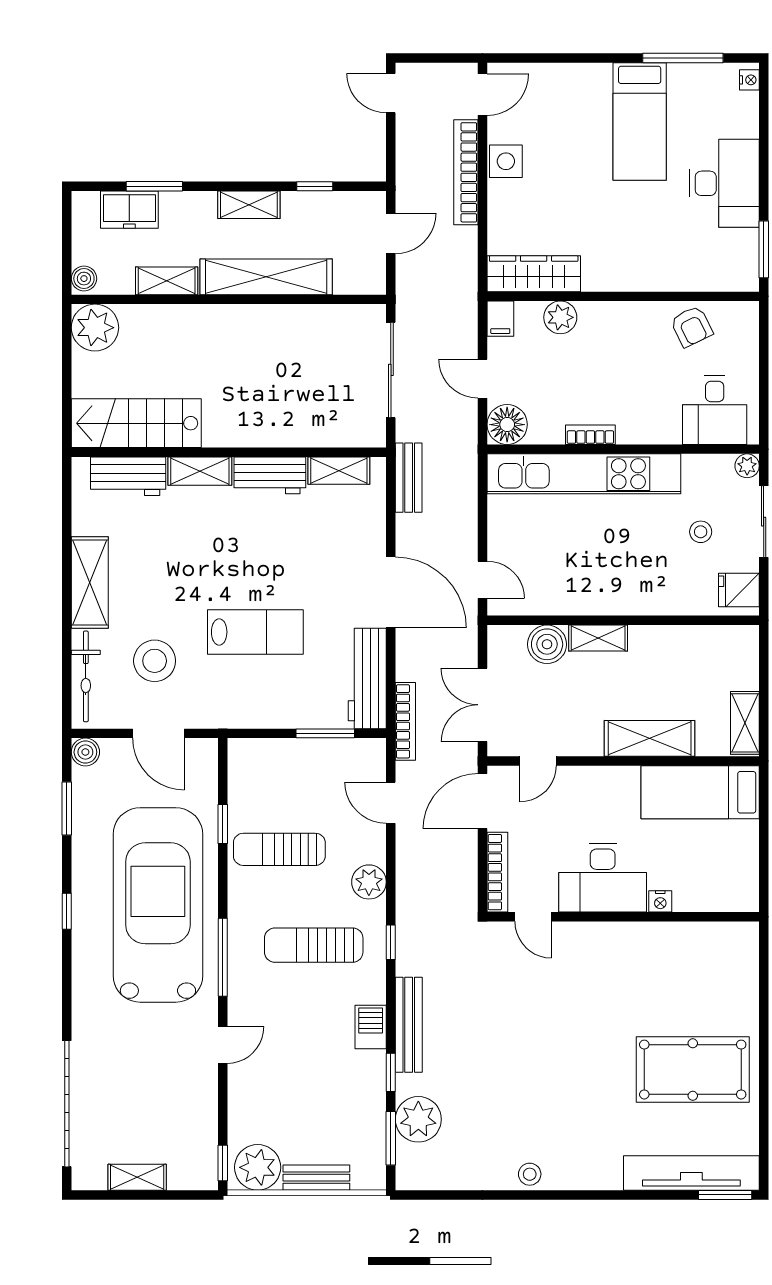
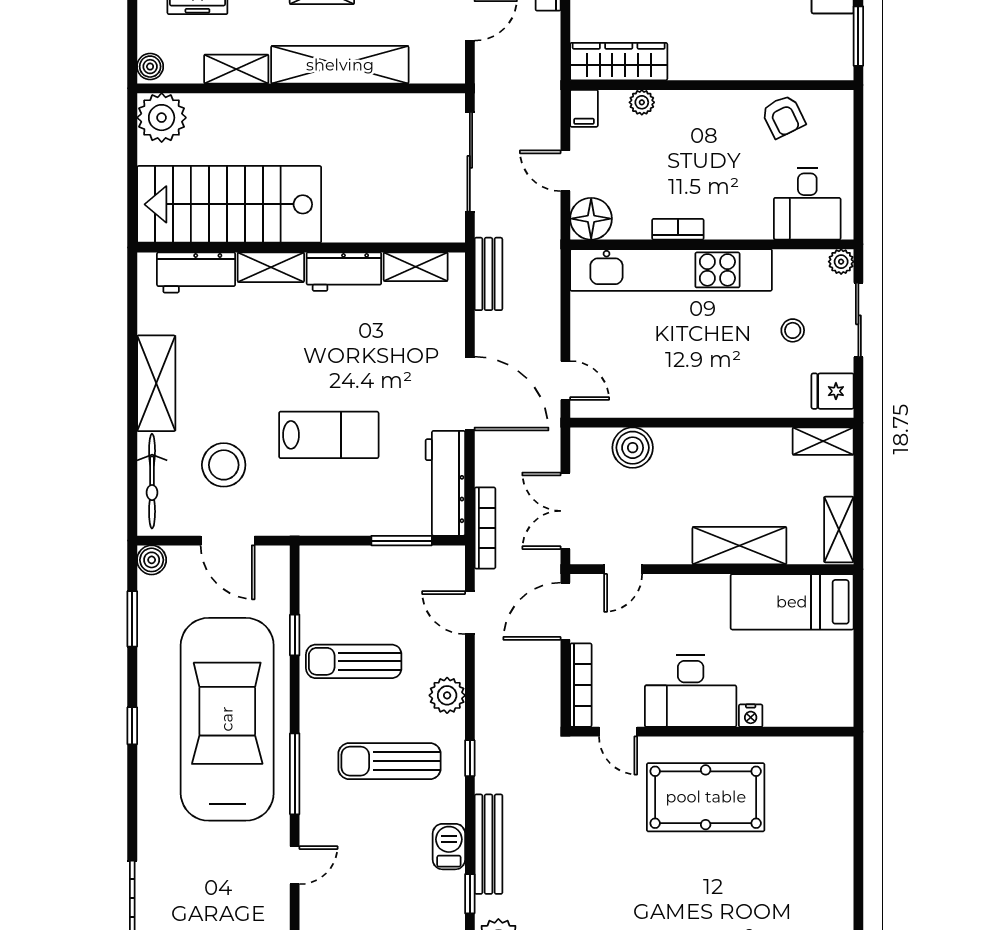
plant: (560, 317) -> (642, 102), width x0.73, depth x0.73
stairs: (136, 423) -> (229, 204), width x1.36, depth x1.51
shelving: (598, 638) -> (823, 441), moved
pool table: (693, 1070) -> (706, 797), moved

